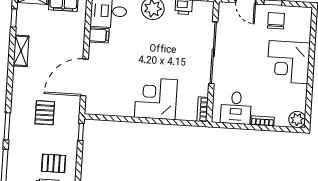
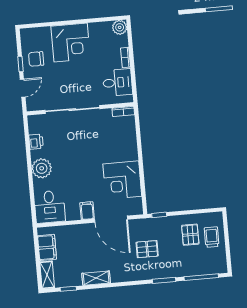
filing cabinet: (99, 35) -> (87, 211), moved
corner desk: (156, 99) -> (122, 180), moved

